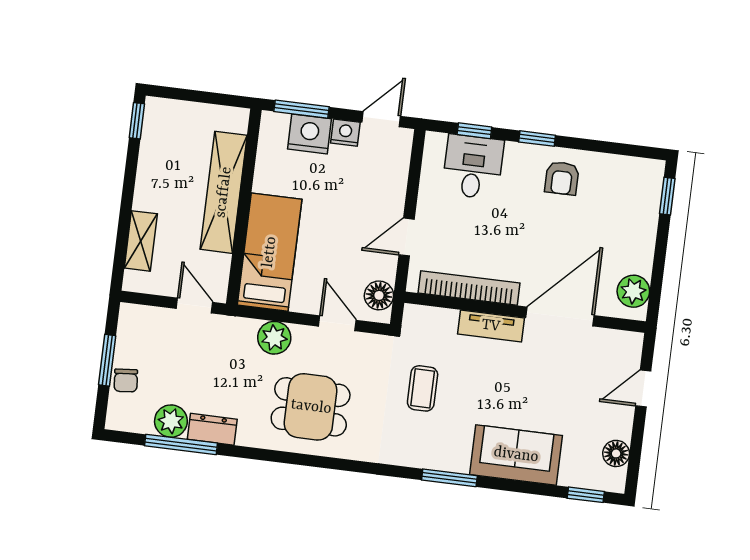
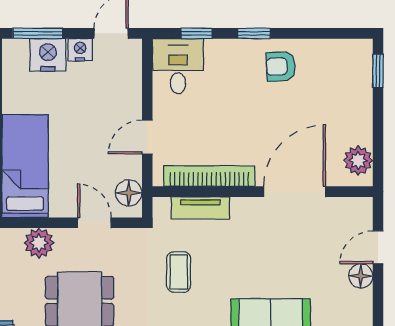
desk: (473, 167) -> (178, 66), moved
armchair: (562, 178) -> (281, 66), turned 87
tv unit: (491, 326) -> (200, 208), moved
floor lamp: (616, 453) -> (361, 276), moved

